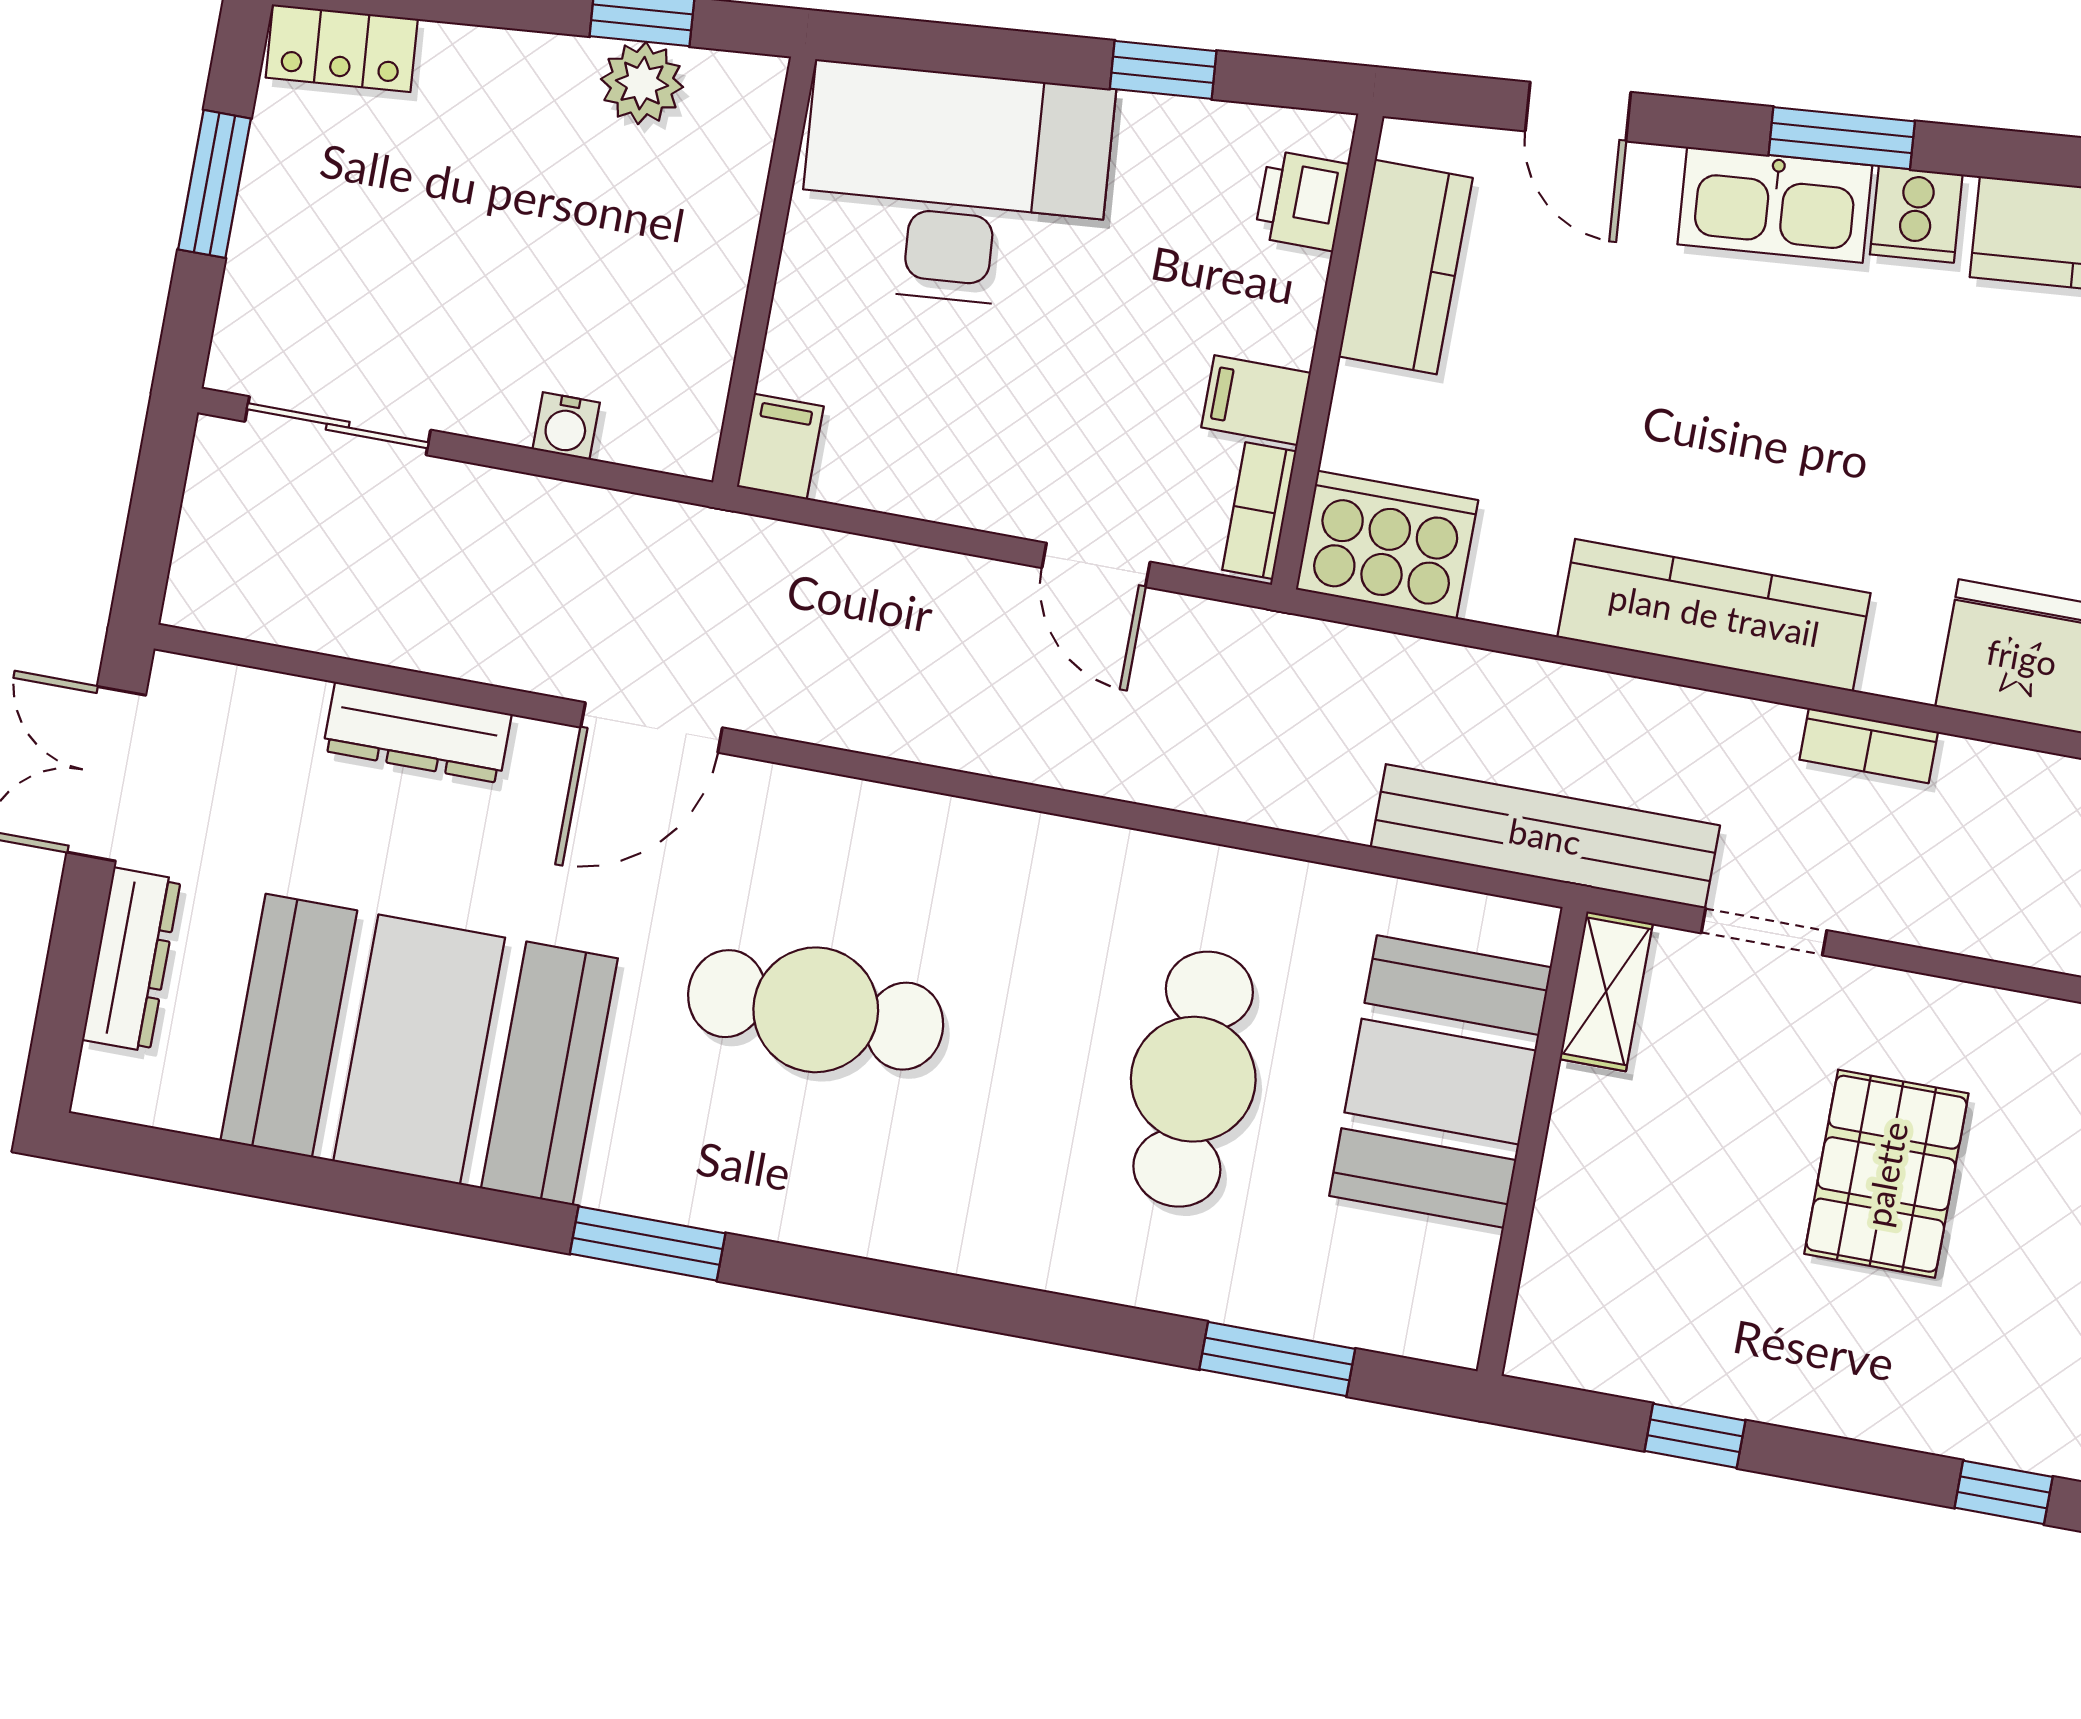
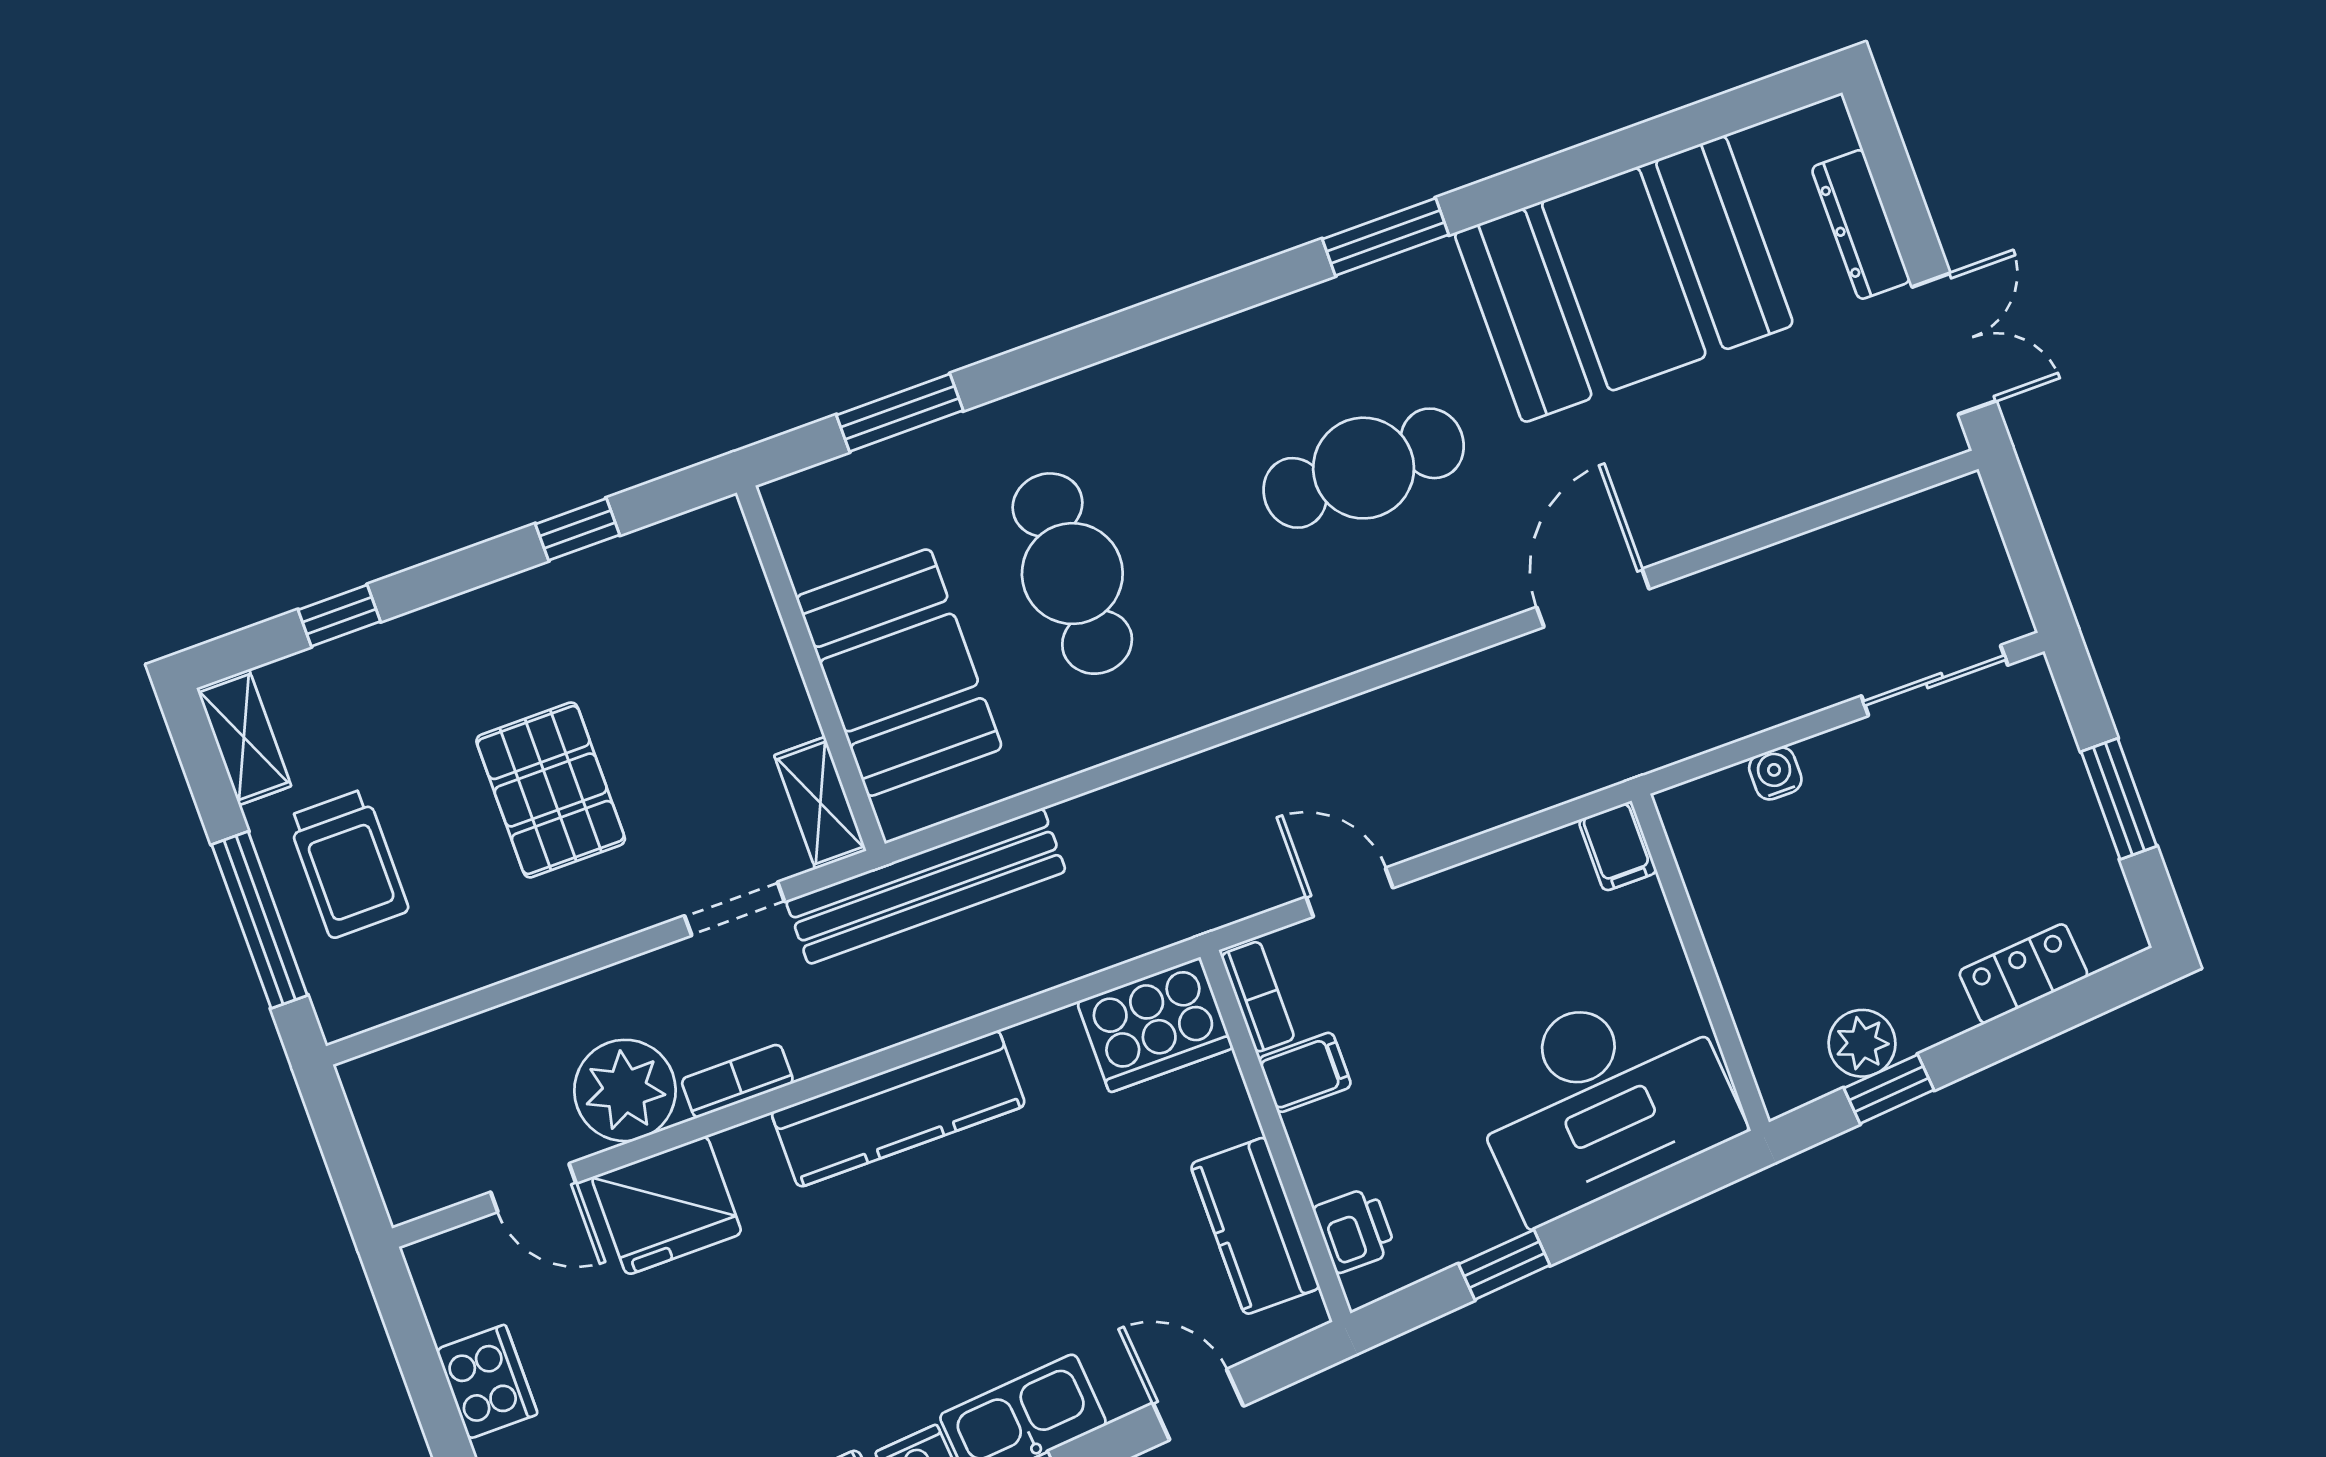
locker: (342, 48) -> (2023, 974), moved
dresser: (417, 732) -> (1754, 499), removed
plant: (1995, 806) -> (625, 1090), added

